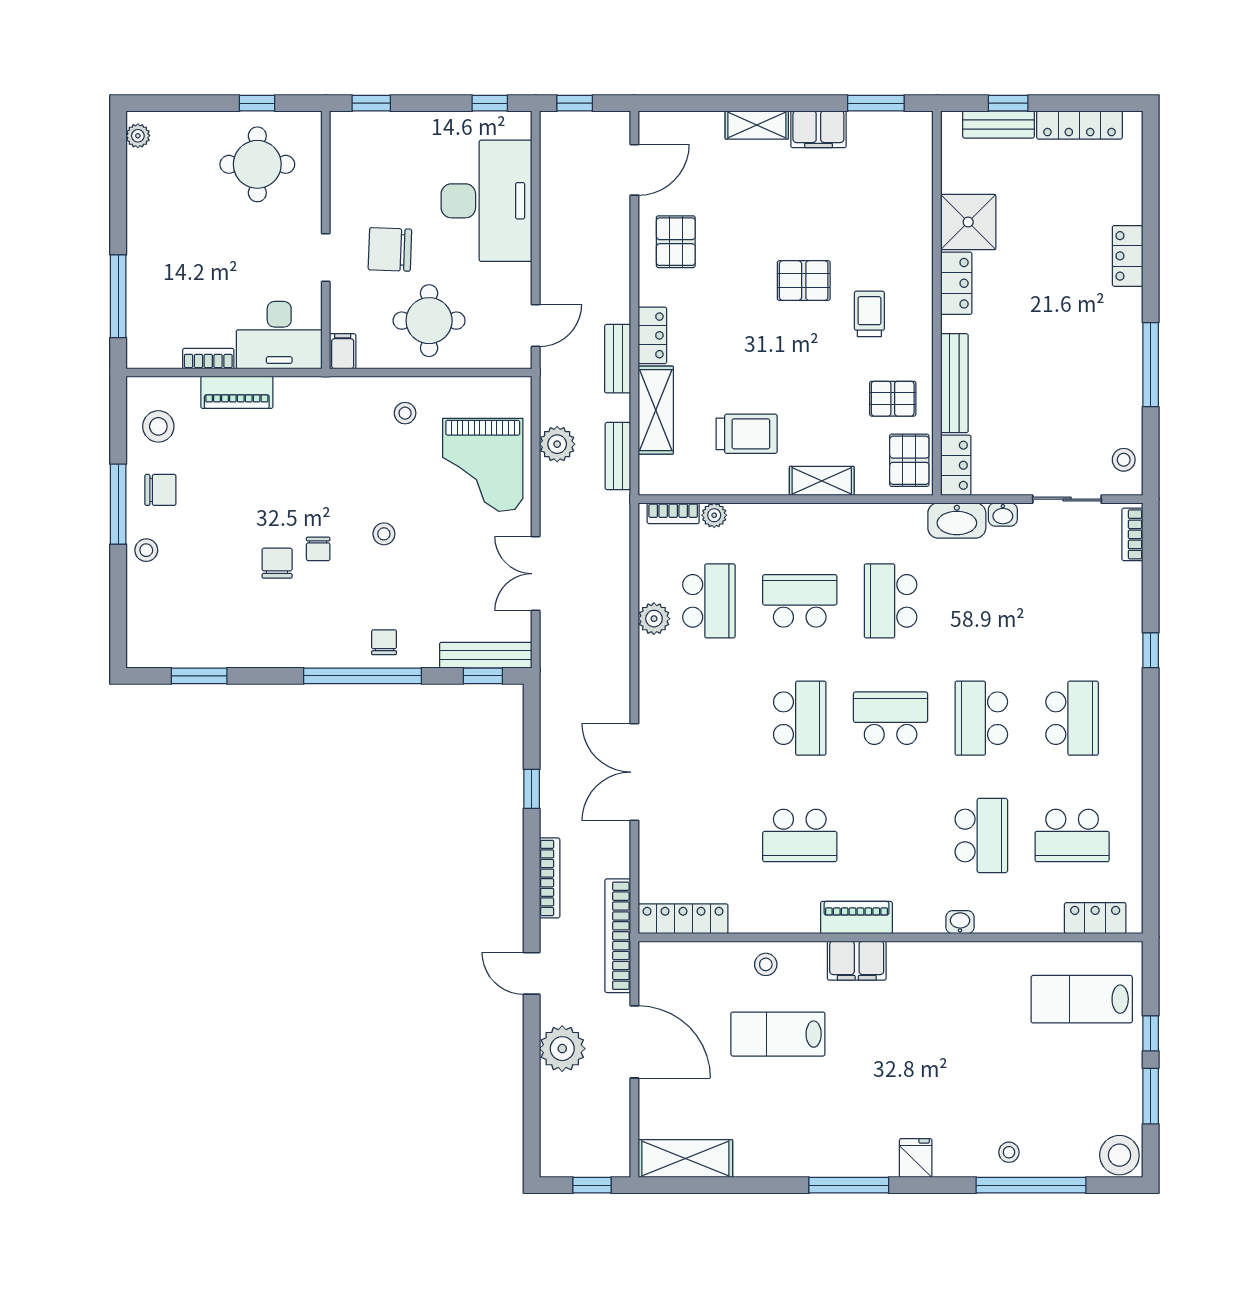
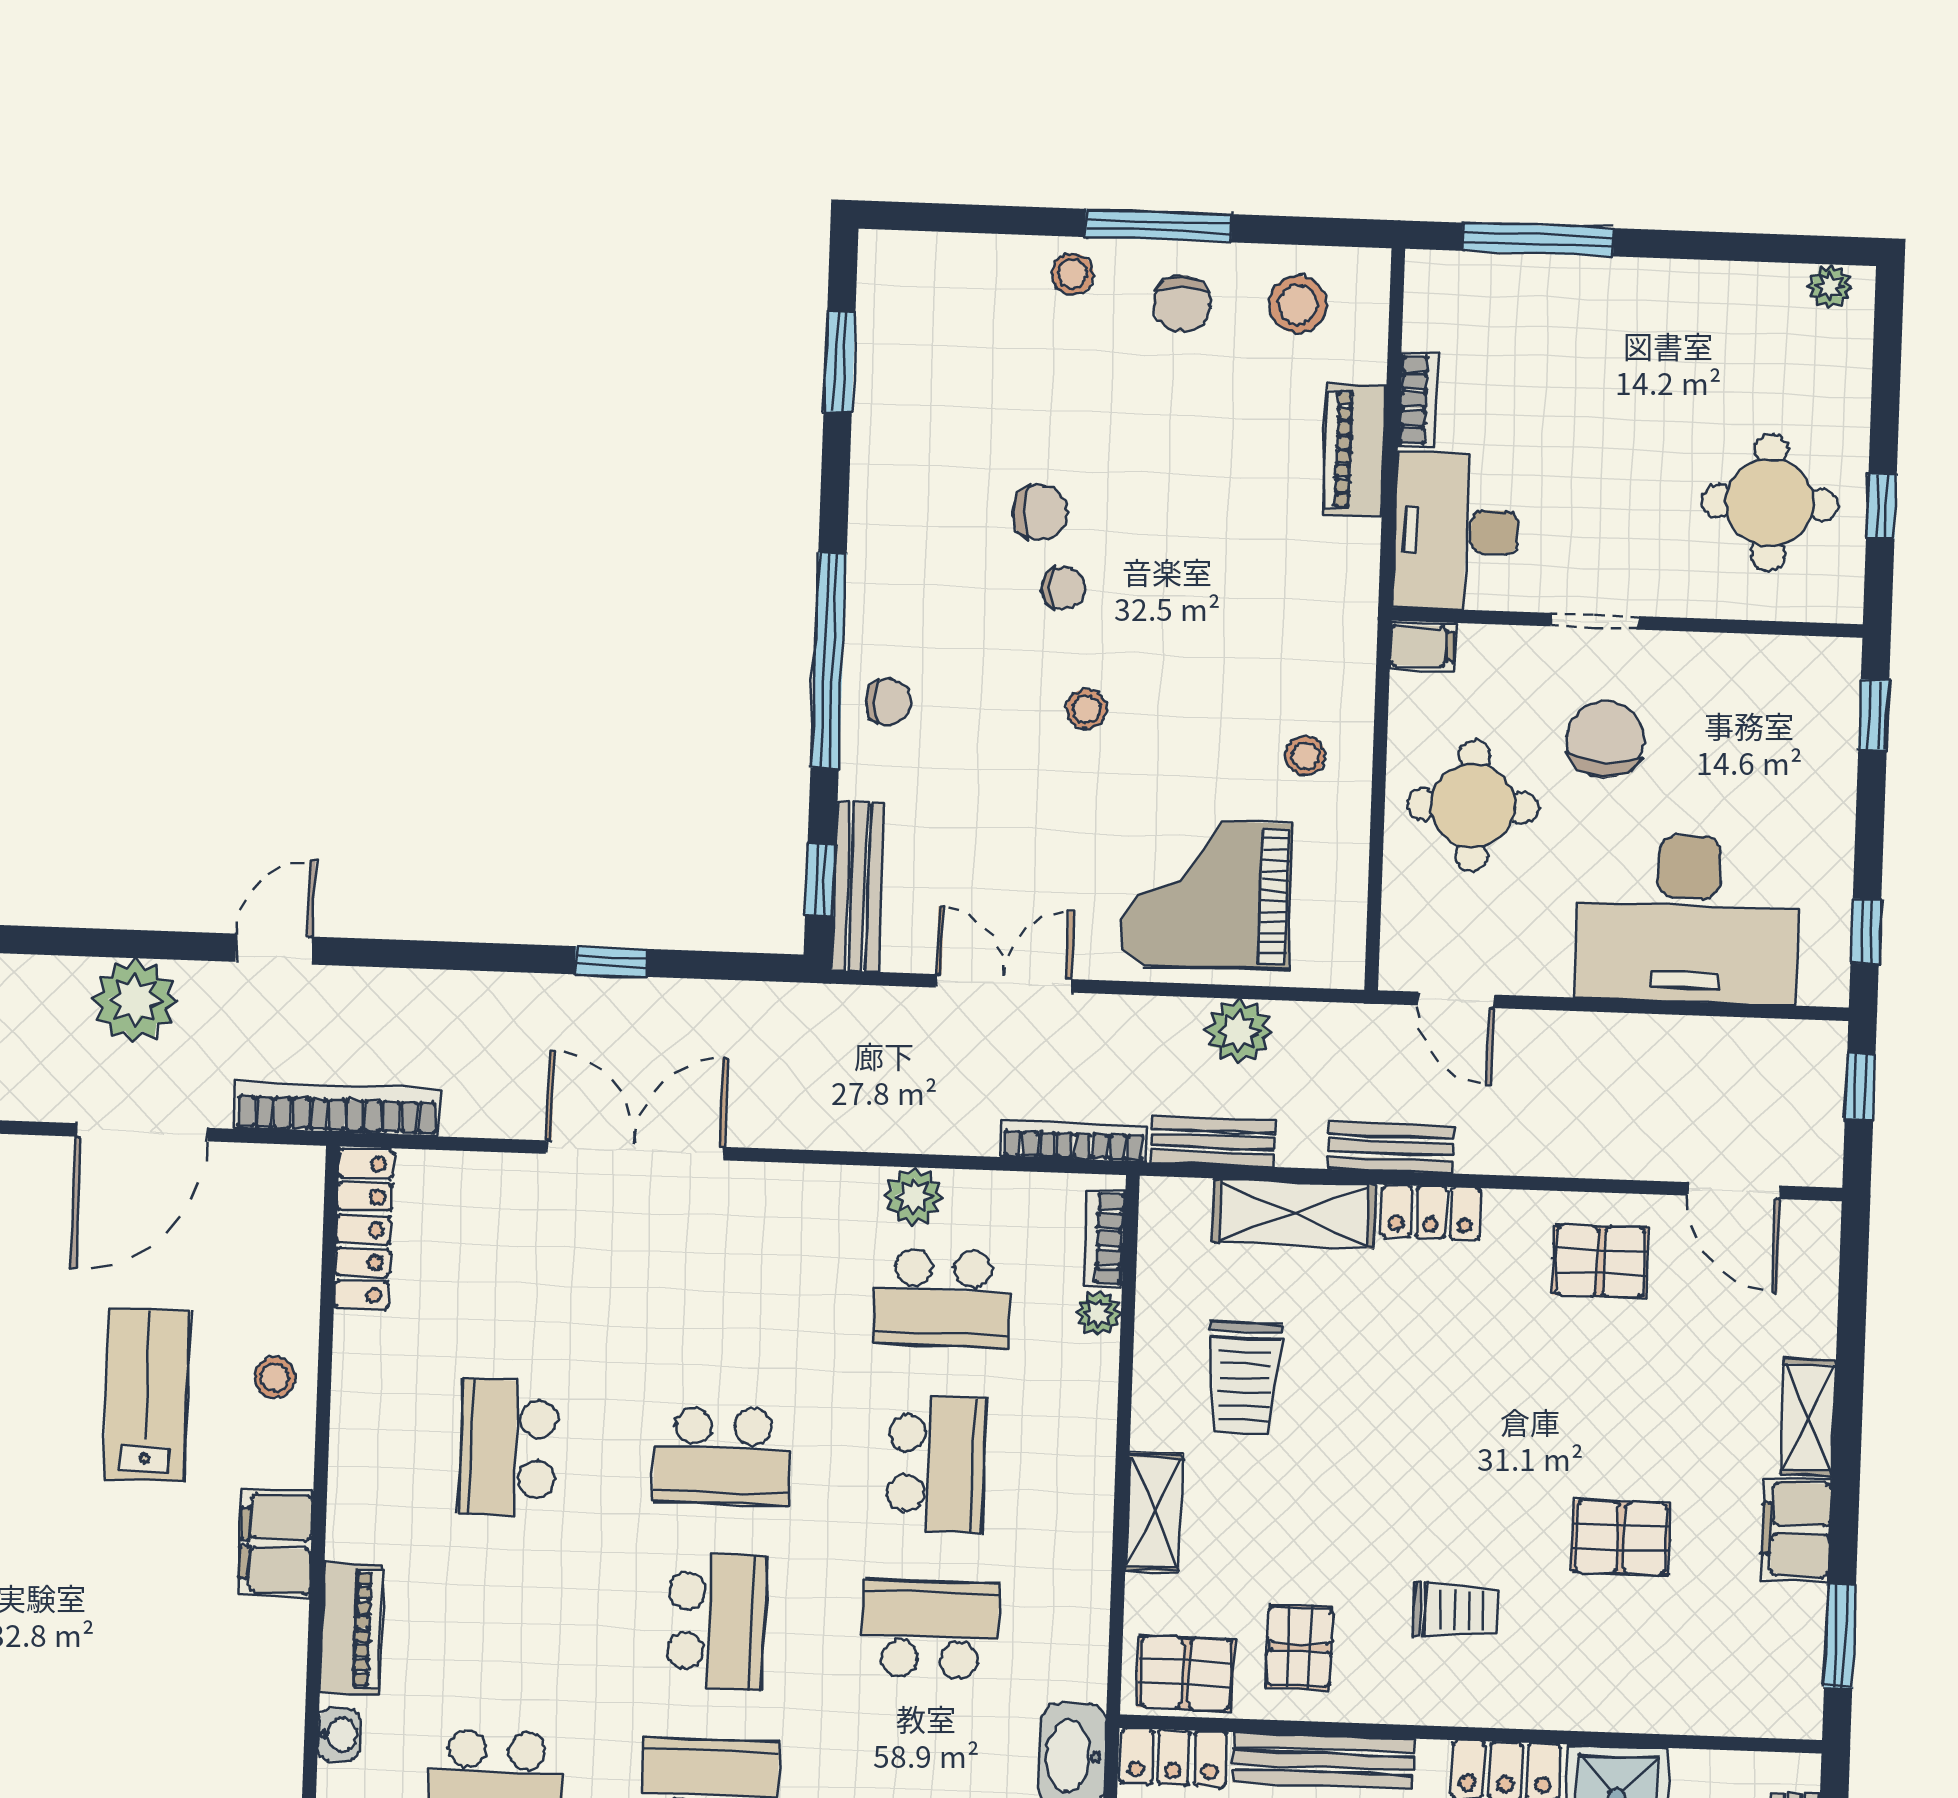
pallet: (804, 281) -> (1621, 1538), moved, turned 90
chair: (318, 549) -> (1063, 588), turned 180
bookcase: (550, 878) -> (1074, 1141), moved, turned 180
piano: (857, 918) -> (351, 1629), moved

